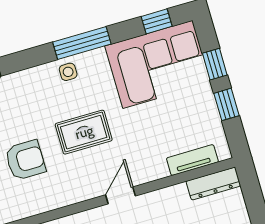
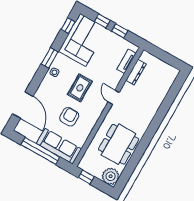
window: (82, 43) -> (50, 58), width x0.69
dresser: (213, 184) -> (136, 72), moved

